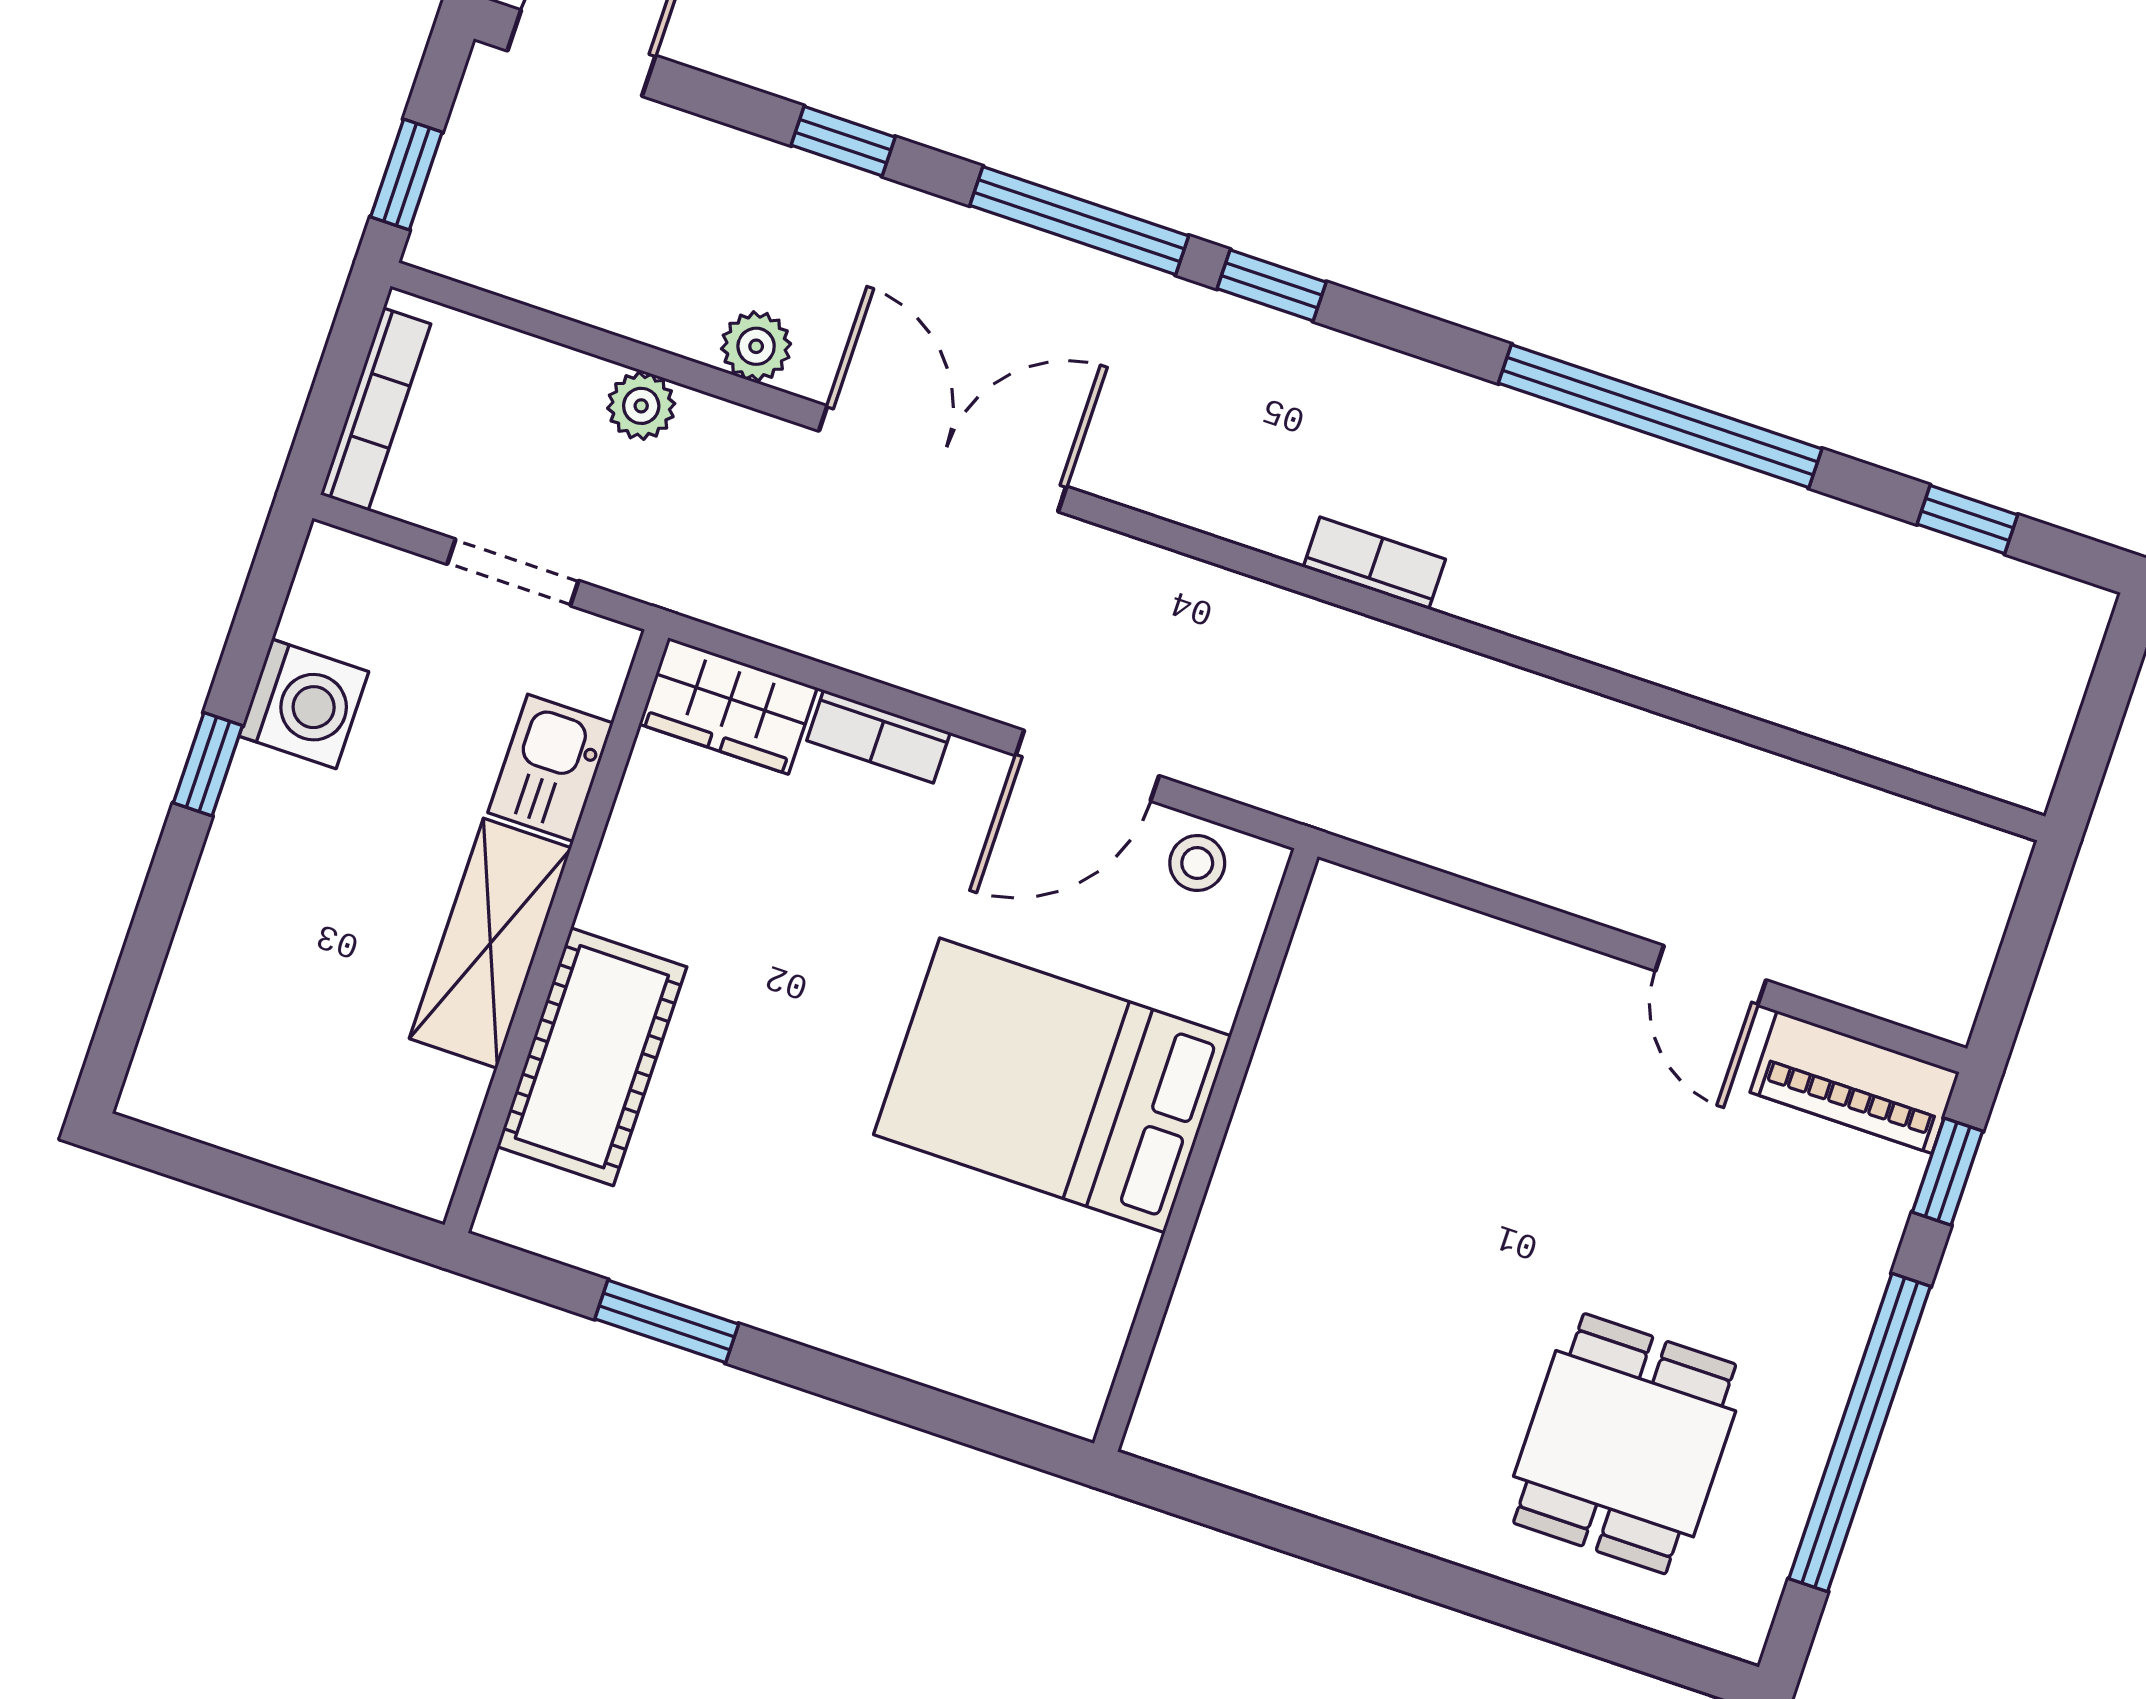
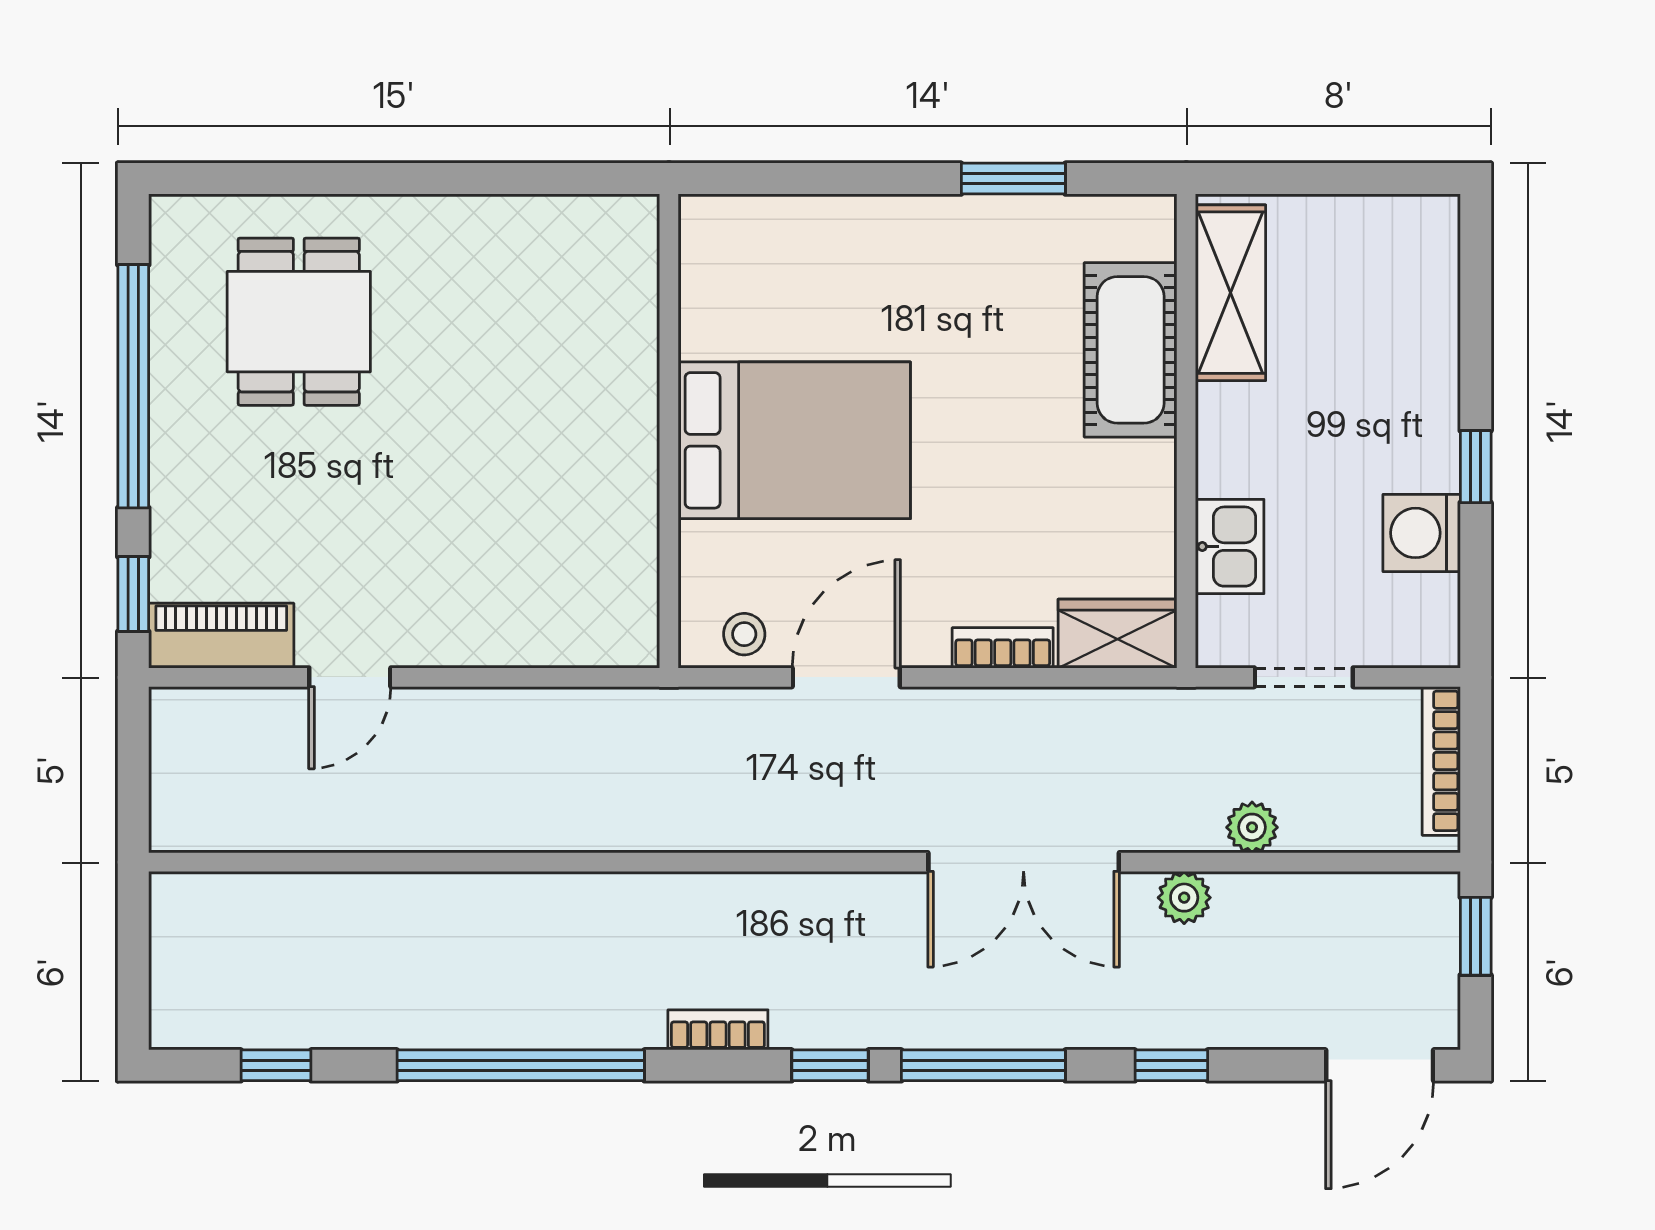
bookcase: (1374, 563) -> (718, 1030), moved, turned 180
shelving: (490, 943) -> (1231, 293), moved
door: (1711, 975) -> (350, 677), swing flipped

